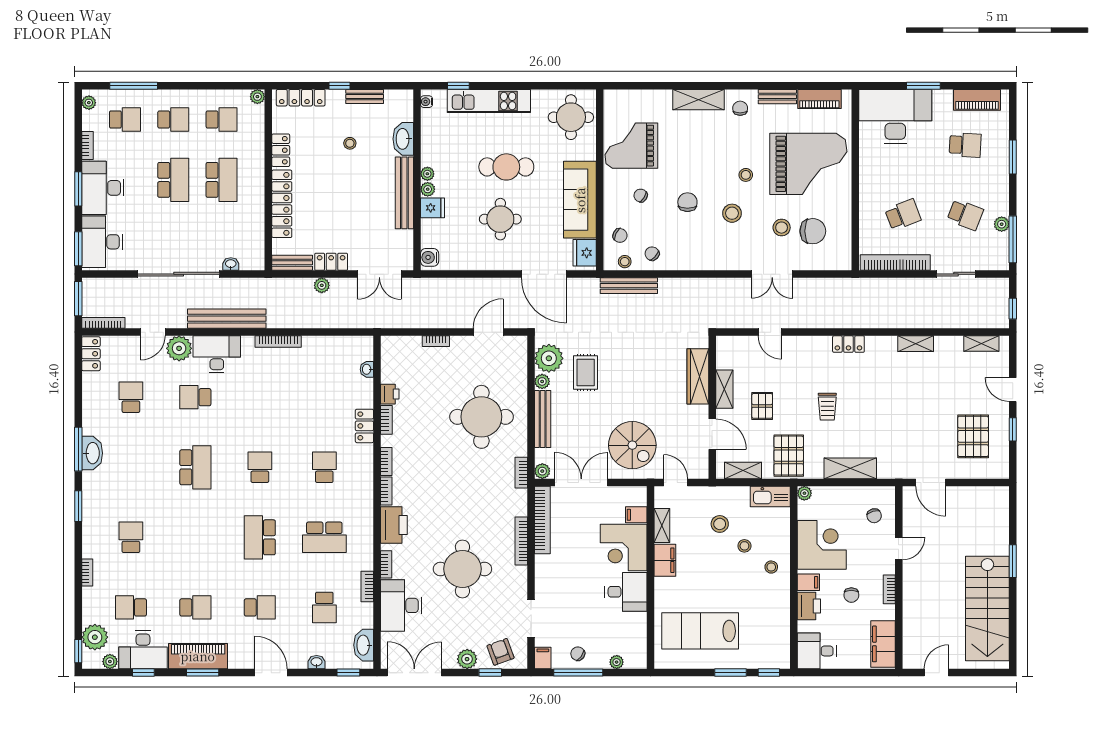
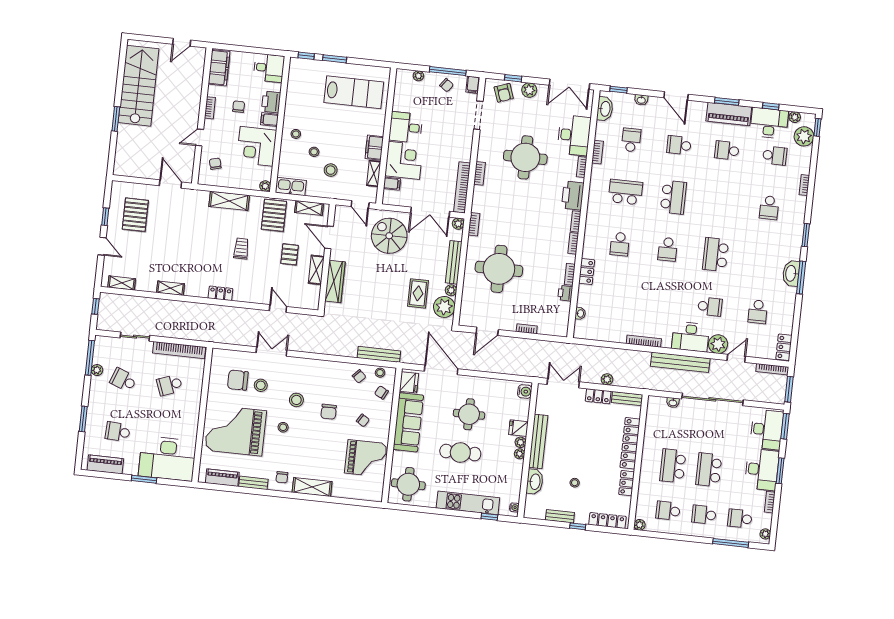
bookcase: (521, 541) -> (479, 173), width x0.64

